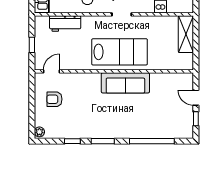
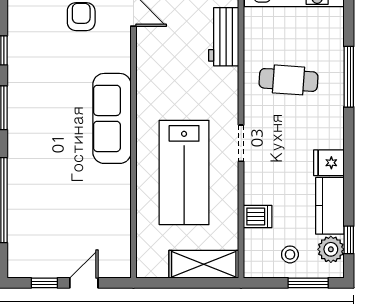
lab bench: (120, 52) -> (184, 172), moved
sofa: (125, 83) -> (112, 118), moved

